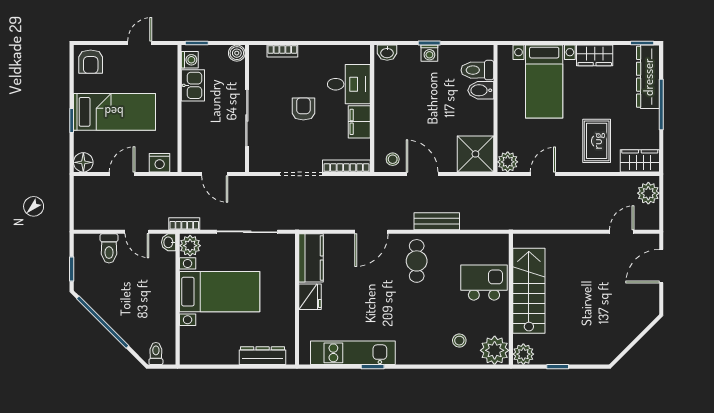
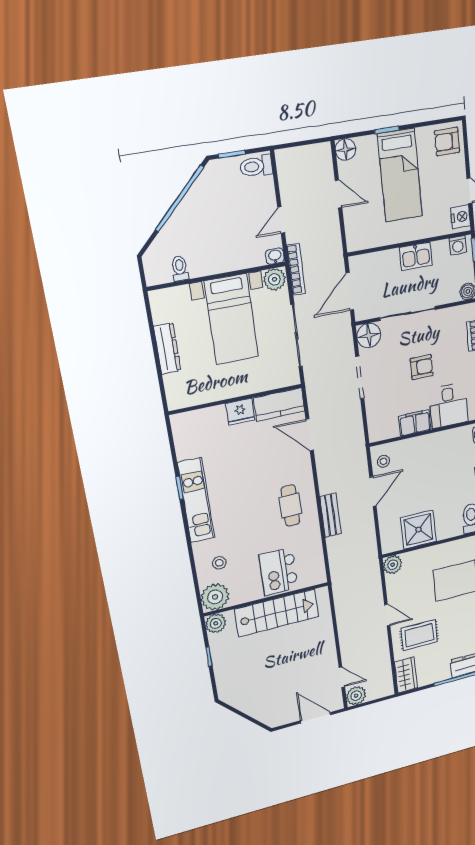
kitchen sink: (193, 85) -> (416, 256), moved
bidet: (481, 90) -> (454, 526), removed
shower: (475, 154) -> (418, 530), moved
floor lamp: (261, 160) -> (369, 335), added
nightstand: (160, 163) -> (461, 217), moved, turned 180
bookcase: (346, 166) -> (372, 420), removed
door: (215, 174) -> (350, 291), width x1.38
door: (543, 174) -> (387, 615), moved
plant: (648, 193) -> (356, 696), moved
bookcase: (184, 224) -> (296, 269), width x1.56
door: (371, 232) -> (310, 435), moved
toilet: (109, 248) -> (256, 166), moved
cafe table: (417, 261) -> (290, 506), turned 90
kitchen island: (484, 283) -> (279, 571), turned 180
toilet: (156, 353) -> (180, 268), moved, turned -90
kitchen unit: (353, 353) -> (196, 500), moved
dresser: (263, 356) -> (167, 348), moved

